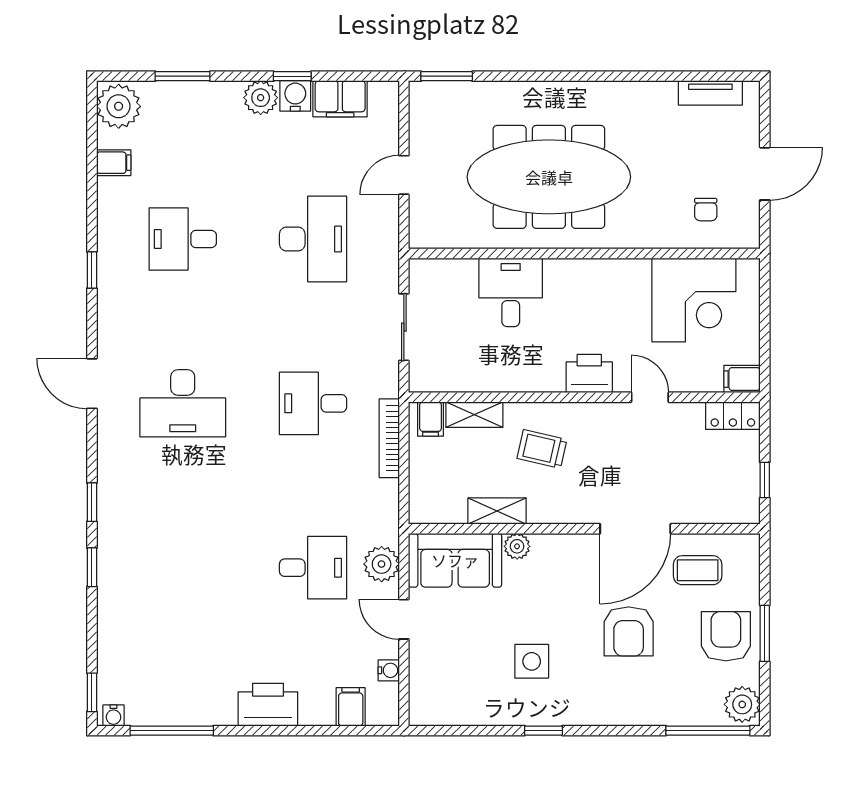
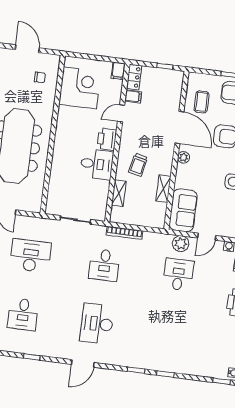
desk: (511, 292) -> (97, 164), moved, turned 180
desk: (183, 403) -> (97, 324), turned 180
filing cabinet: (431, 419) -> (133, 96), moved
plant: (517, 546) -> (184, 157), moved

